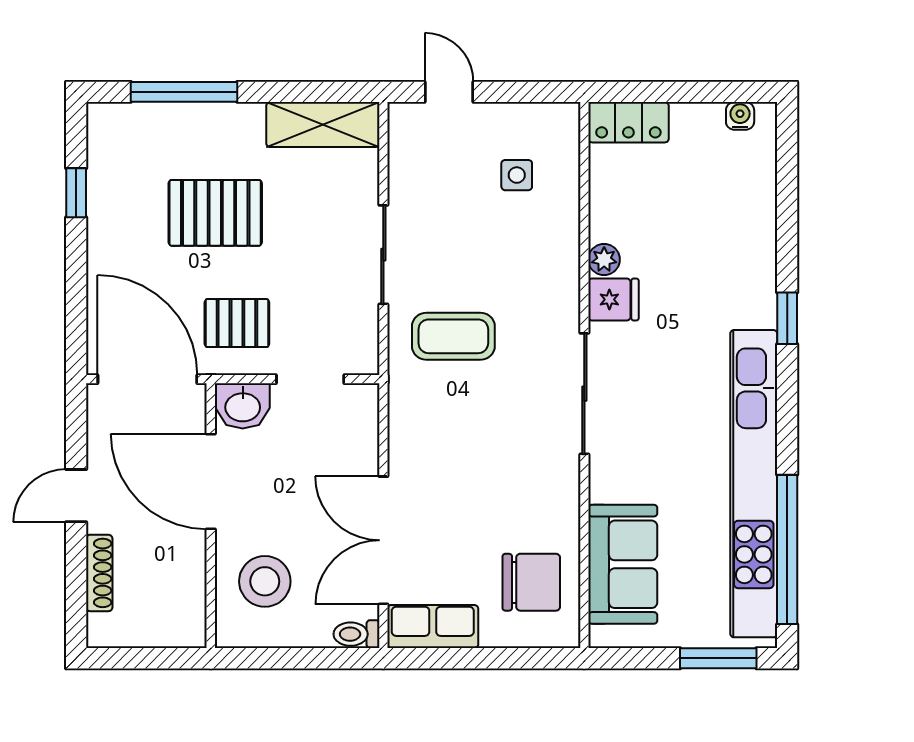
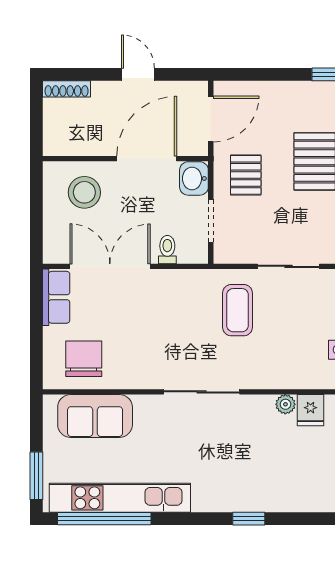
fridge: (613, 299) -> (310, 410), moved
door: (147, 379) -> (211, 119), width x0.73
kitchen unit: (754, 484) -> (120, 498), width x0.73
shoe rack: (99, 573) -> (67, 89), moved
chair: (531, 582) -> (84, 359), turned 180
toilet: (356, 634) -> (167, 250), moved

